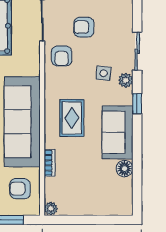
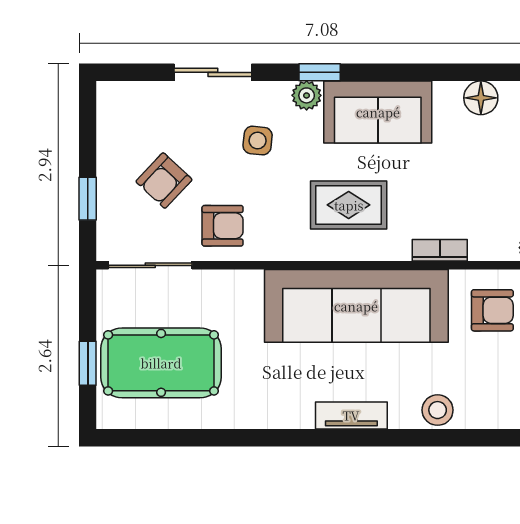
armchair: (84, 27) -> (164, 181), turned 43
plant: (126, 80) -> (307, 95), moved
floor lamp: (125, 169) -> (481, 98), moved
armchair: (20, 189) -> (492, 310), turned -90

